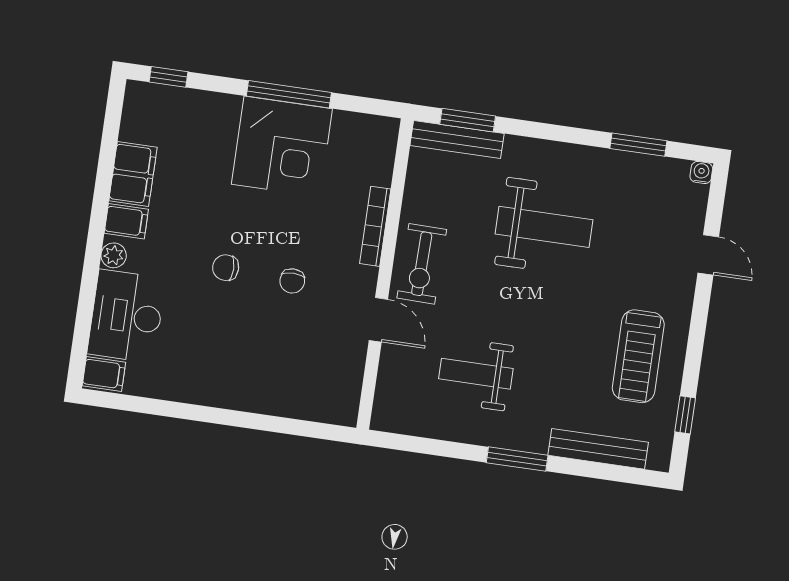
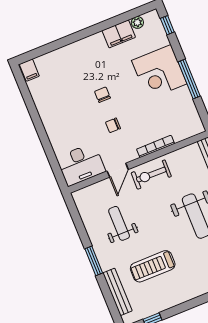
corner desk: (282, 146) -> (159, 72), moved
filing cabinet: (126, 221) -> (98, 43), removed
plant: (114, 255) -> (137, 22), moved
desk: (126, 316) -> (81, 164), moved, turned 180
treadmill: (638, 356) -> (153, 266), moved

